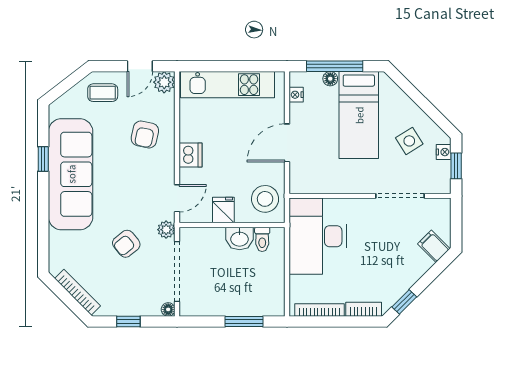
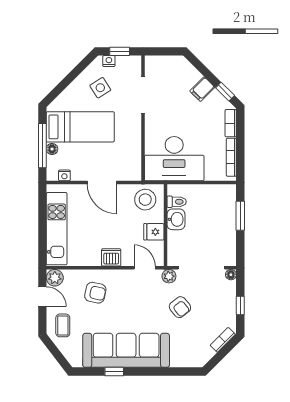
filing cabinet: (434, 246) -> (202, 89), moved
bookcase: (78, 292) -> (223, 340), width x0.64

